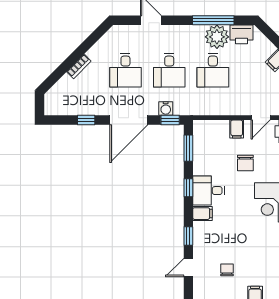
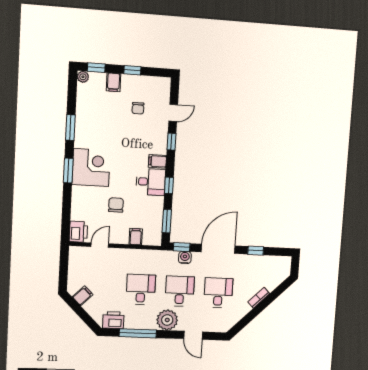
plant: (217, 37) -> (167, 320), moved
filing cabinet: (237, 129) -> (136, 237), moved

